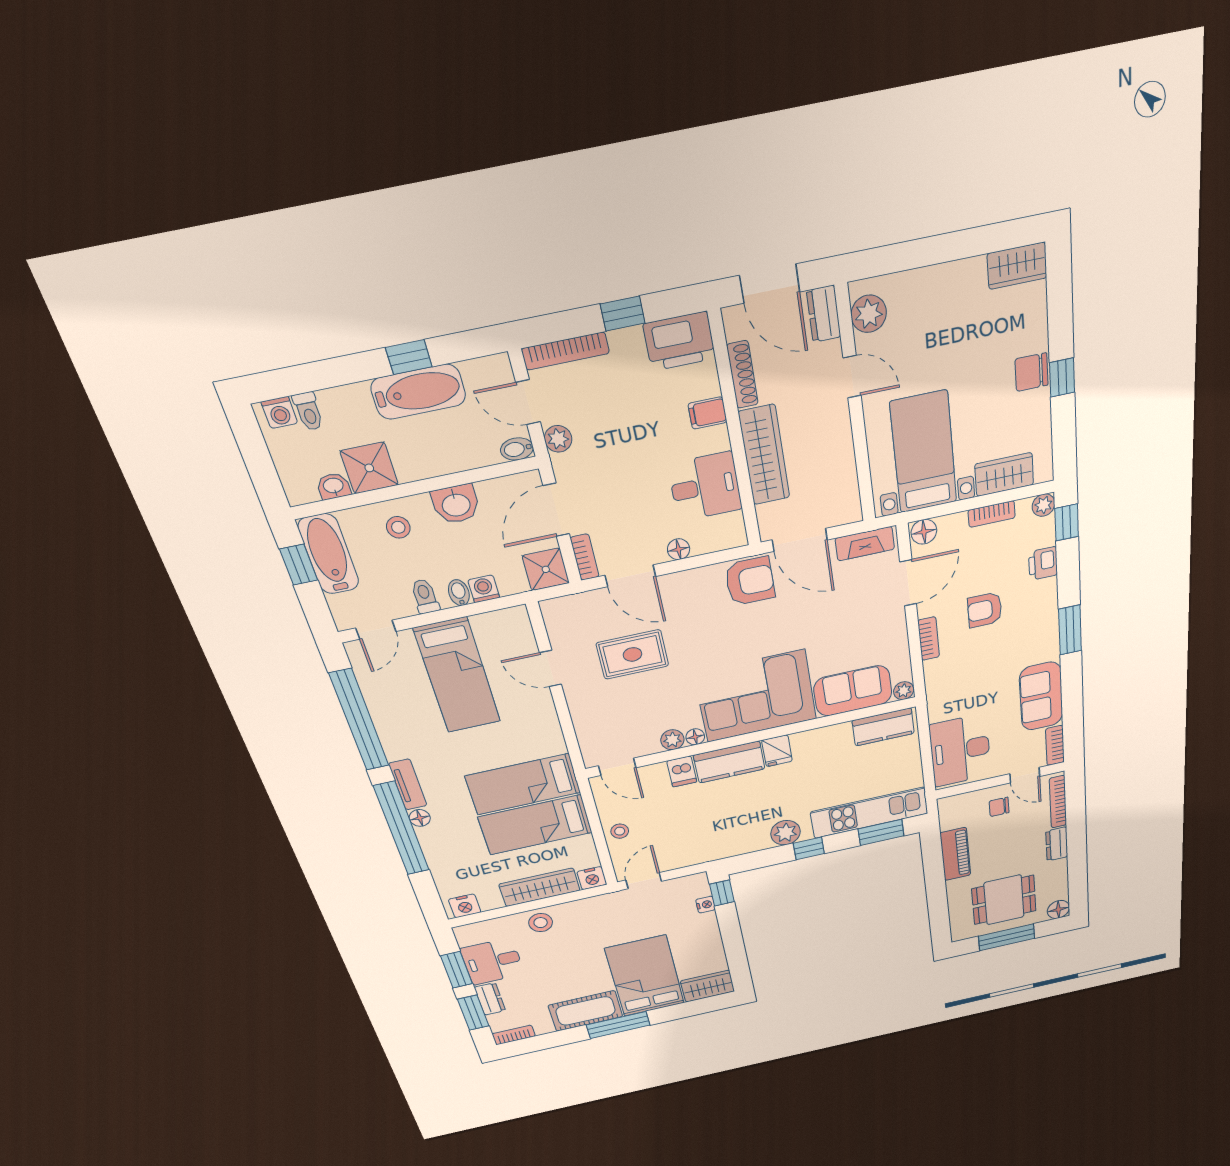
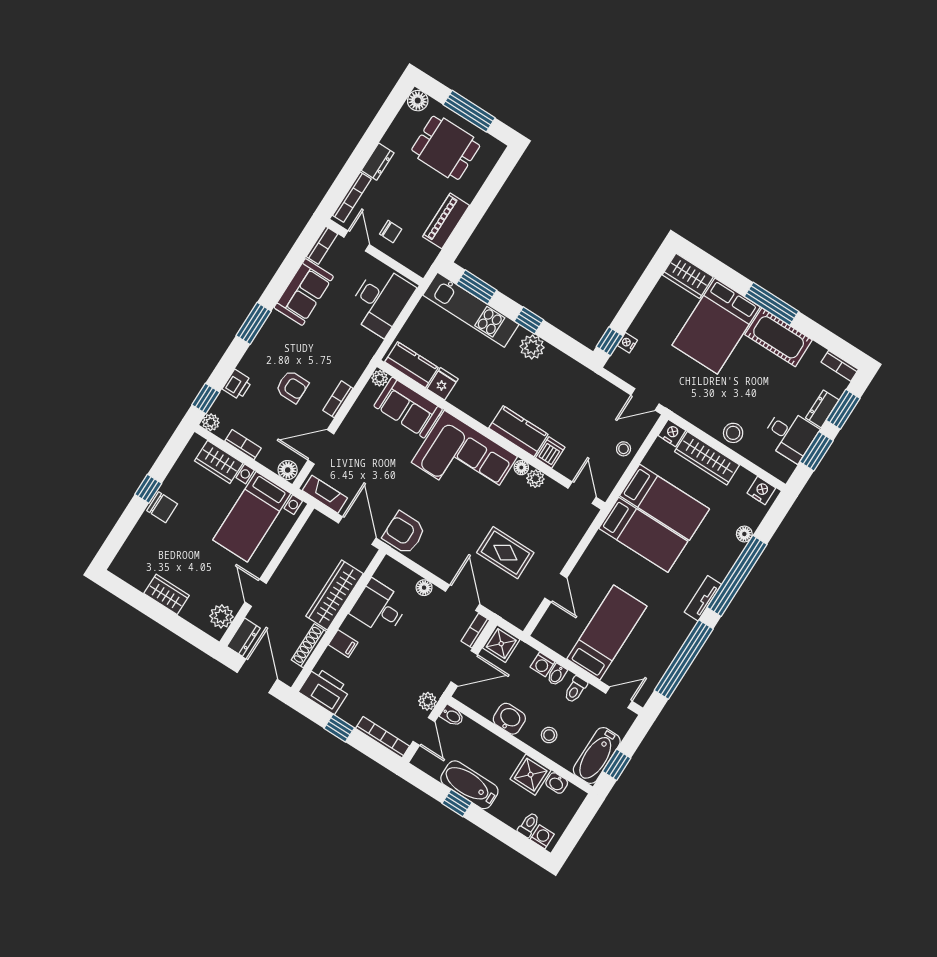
wardrobe: (1017, 266) -> (167, 594), moved
fridge: (777, 751) -> (443, 384), moved
floor lamp: (420, 818) -> (744, 534), moved

